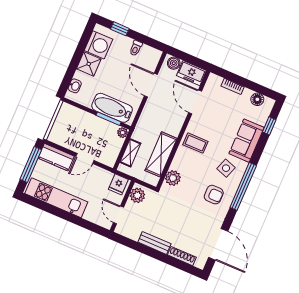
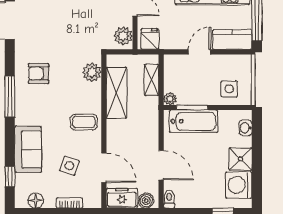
toilet: (136, 48) -> (169, 199), moved
side table: (74, 121) -> (229, 89), added
side table: (226, 168) -> (69, 166), moved
window: (243, 186) -> (10, 97), width x0.68

